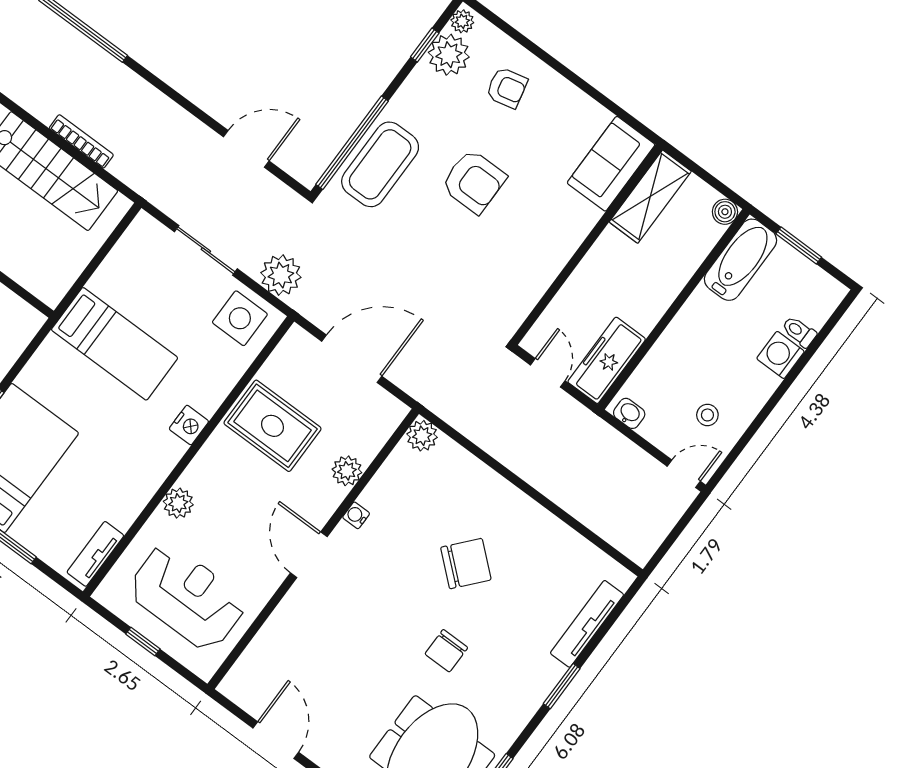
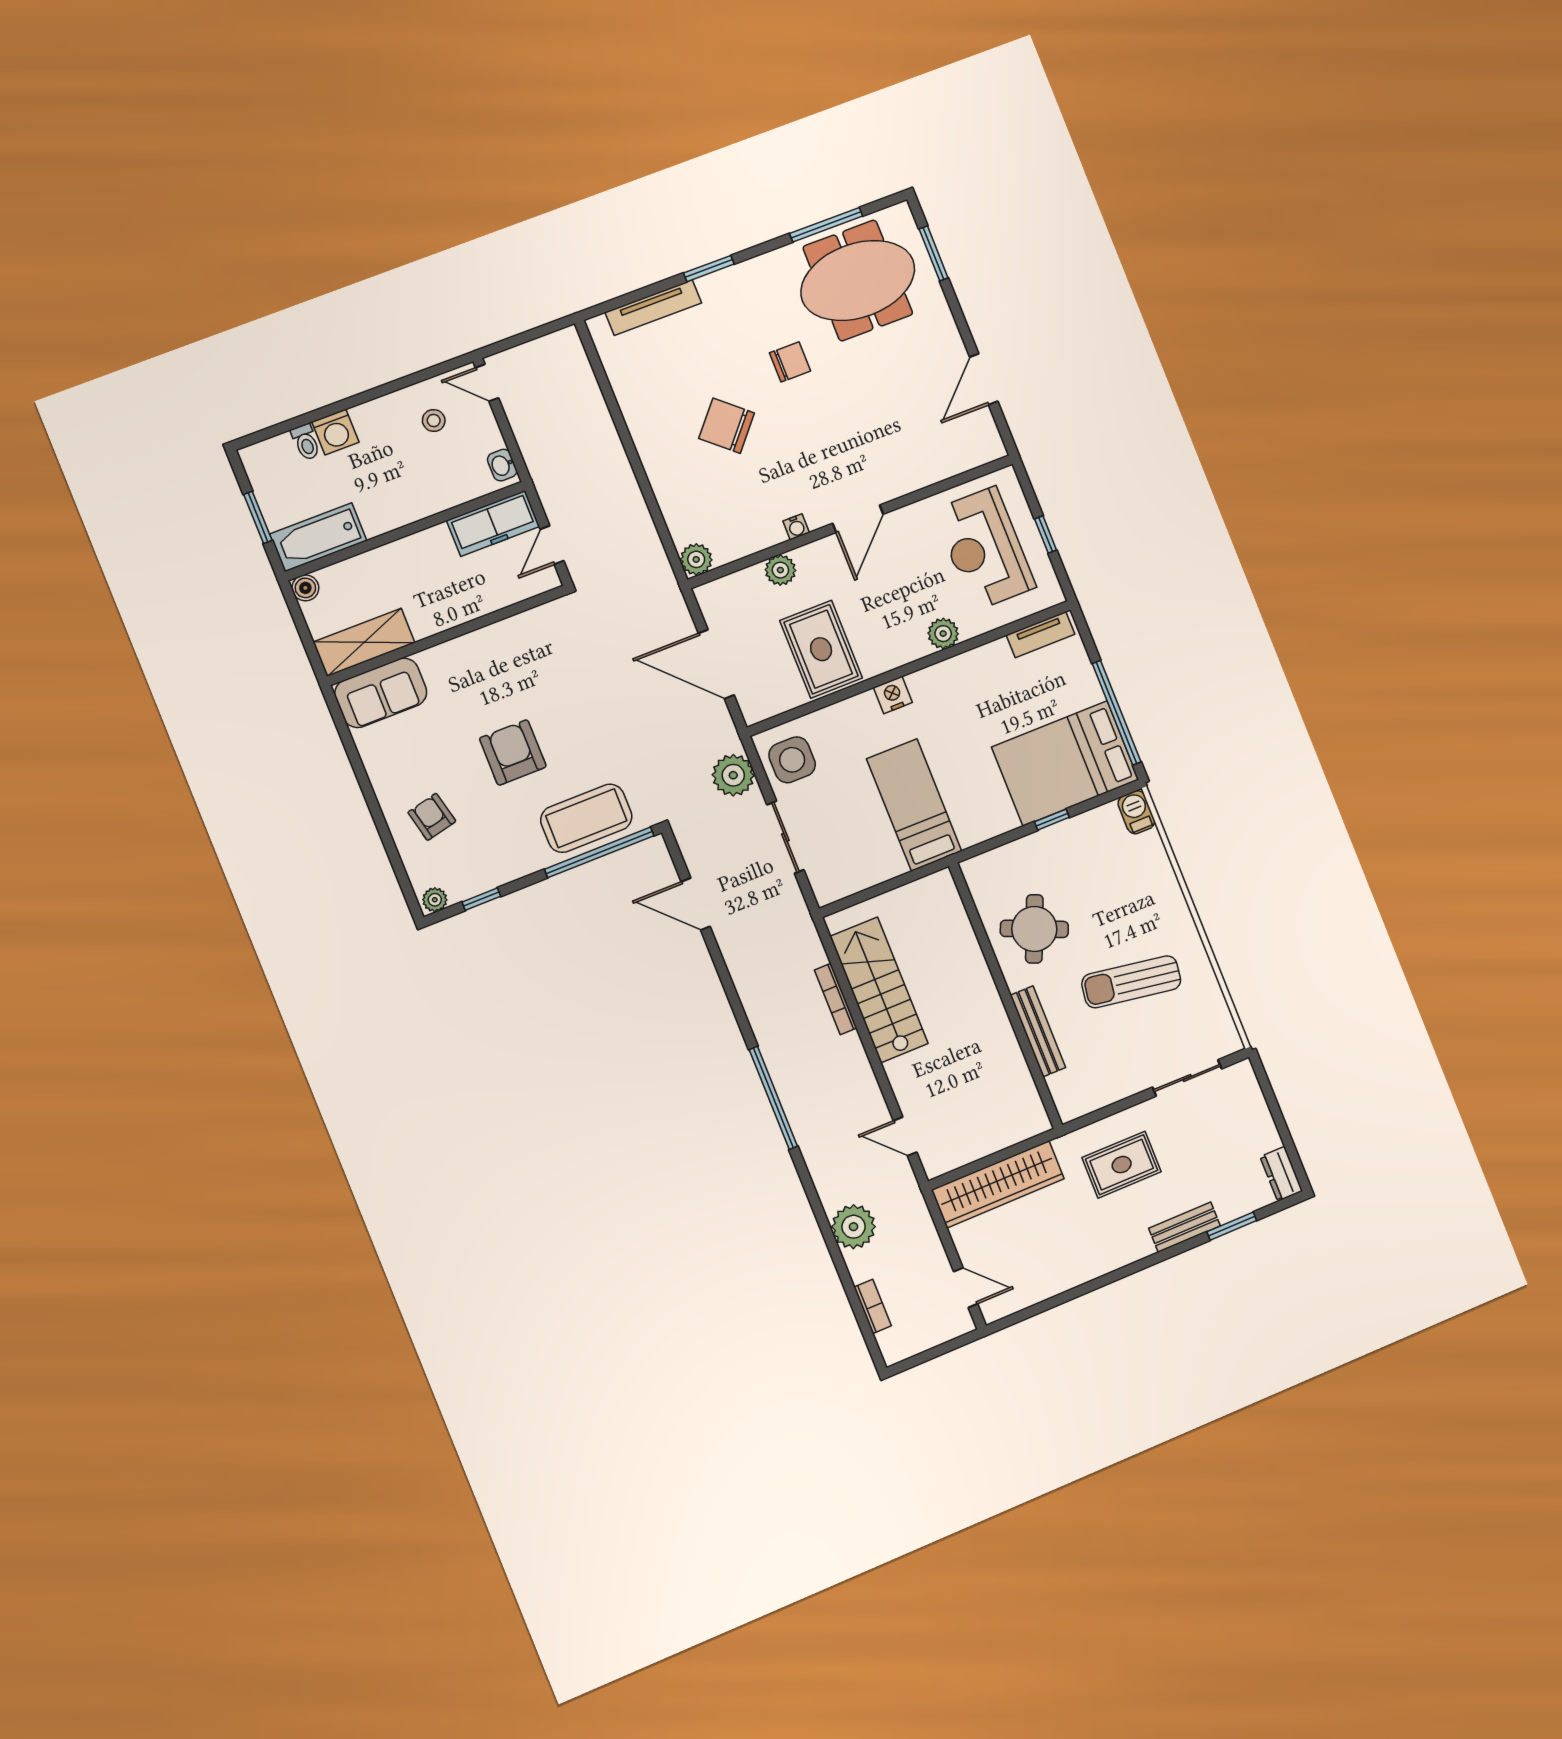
plant: (449, 55) -> (465, 878), removed

